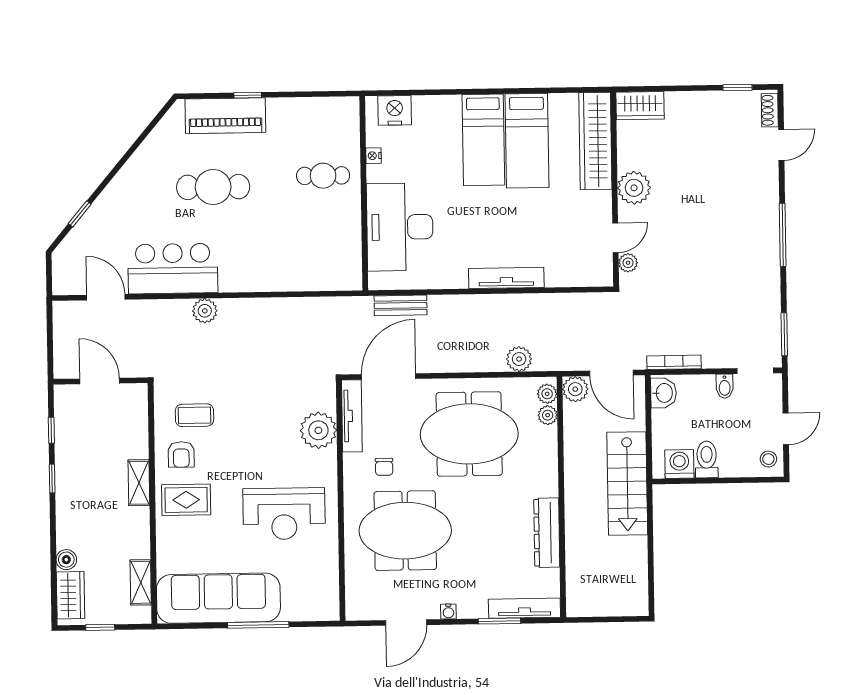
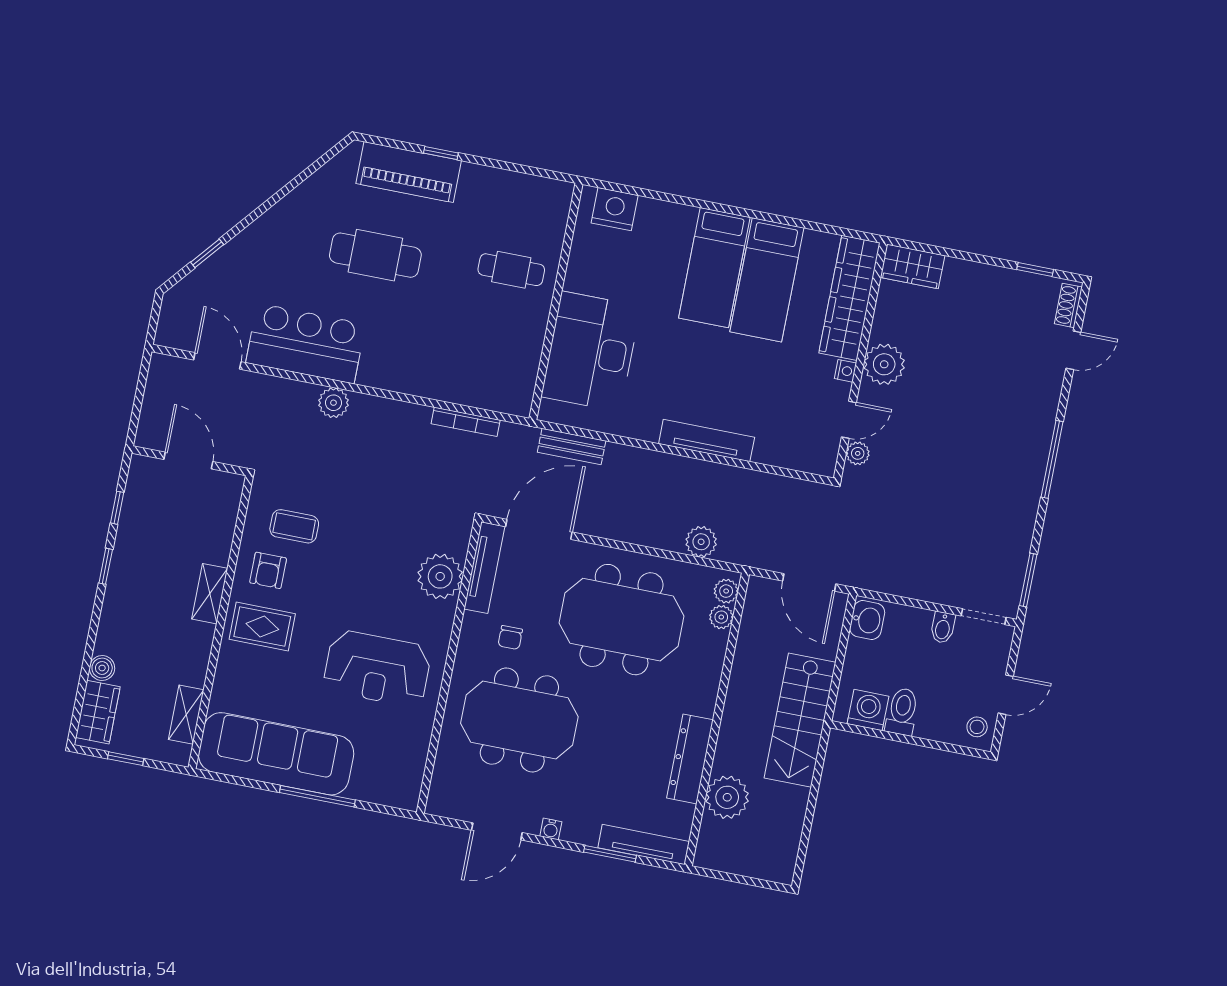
nightstand: (373, 156) -> (845, 371), moved, turned 180
bookcase: (674, 362) -> (466, 422), moved, turned 180
plant: (575, 389) -> (727, 797), moved, width x1.36, depth x1.36

